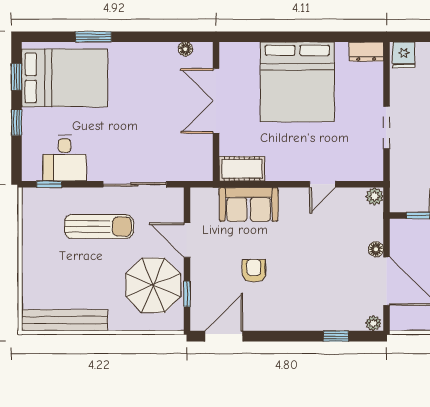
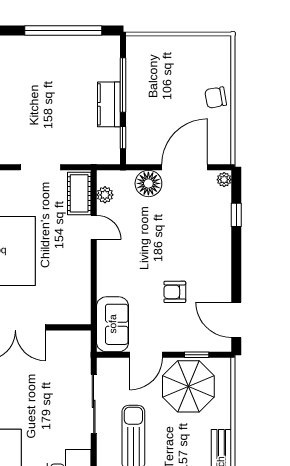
cot: (242, 169) -> (79, 193), moved
plant: (375, 196) -> (105, 195), moved
sofa: (249, 204) -> (113, 324), moved
floor lamp: (376, 249) -> (148, 183), width x1.89, depth x1.89

